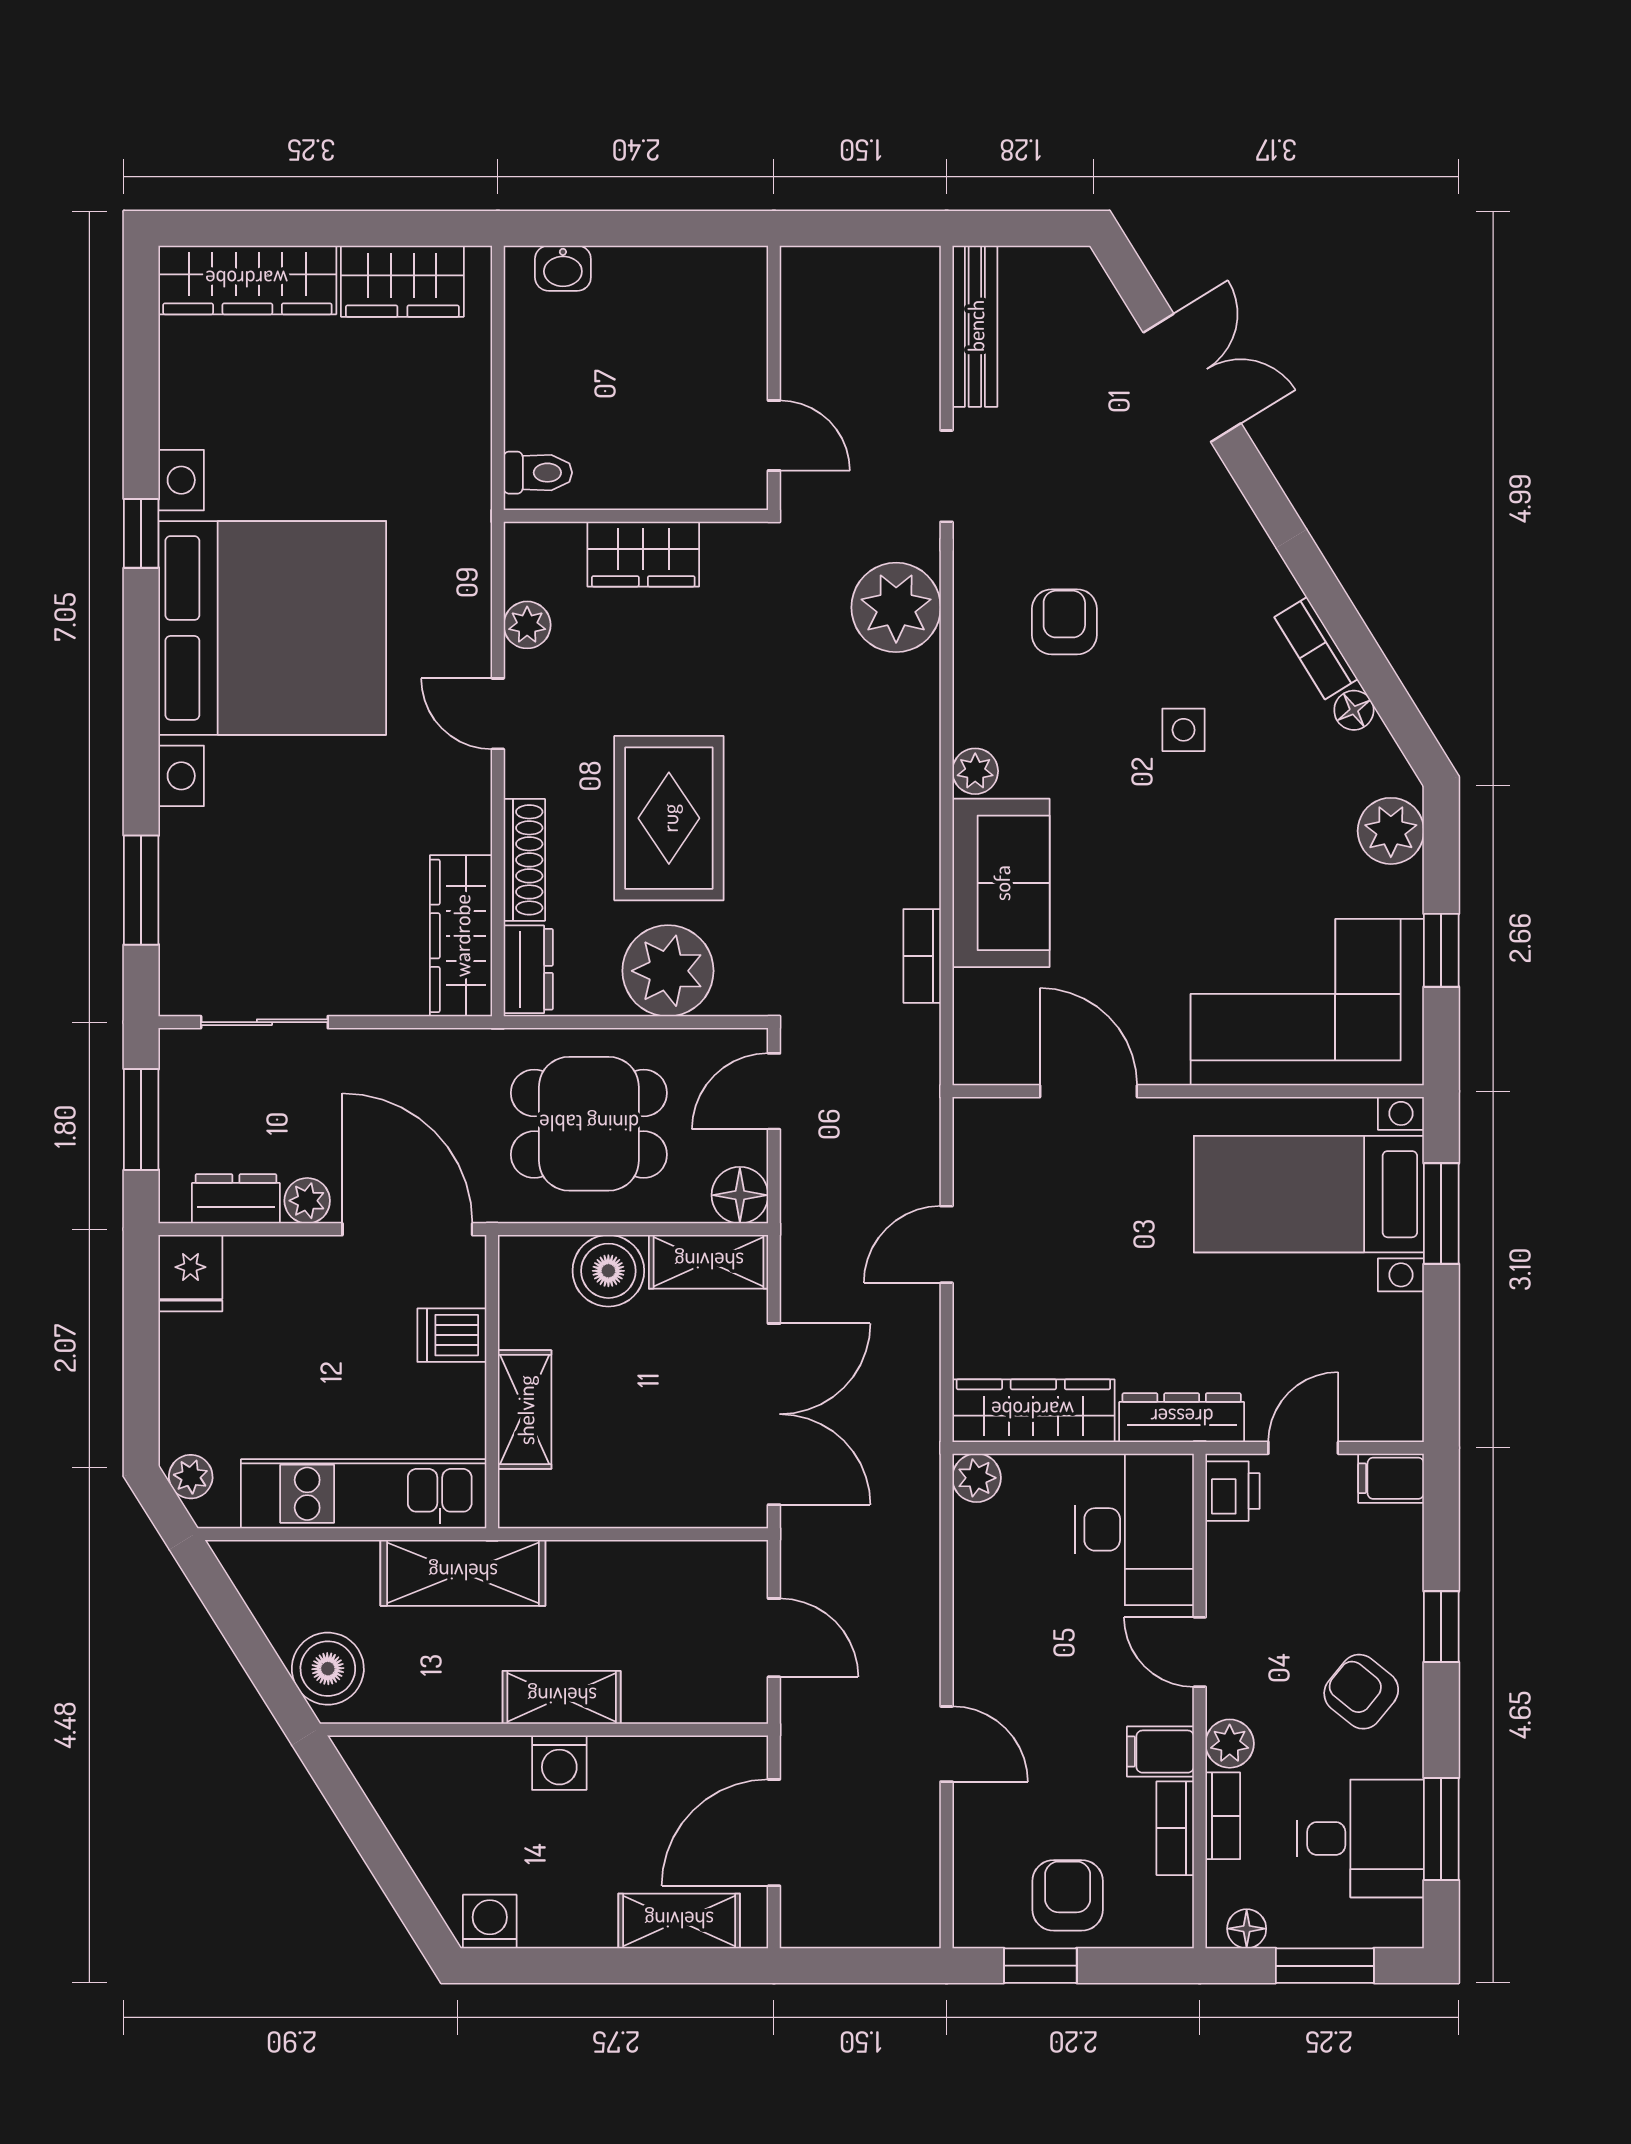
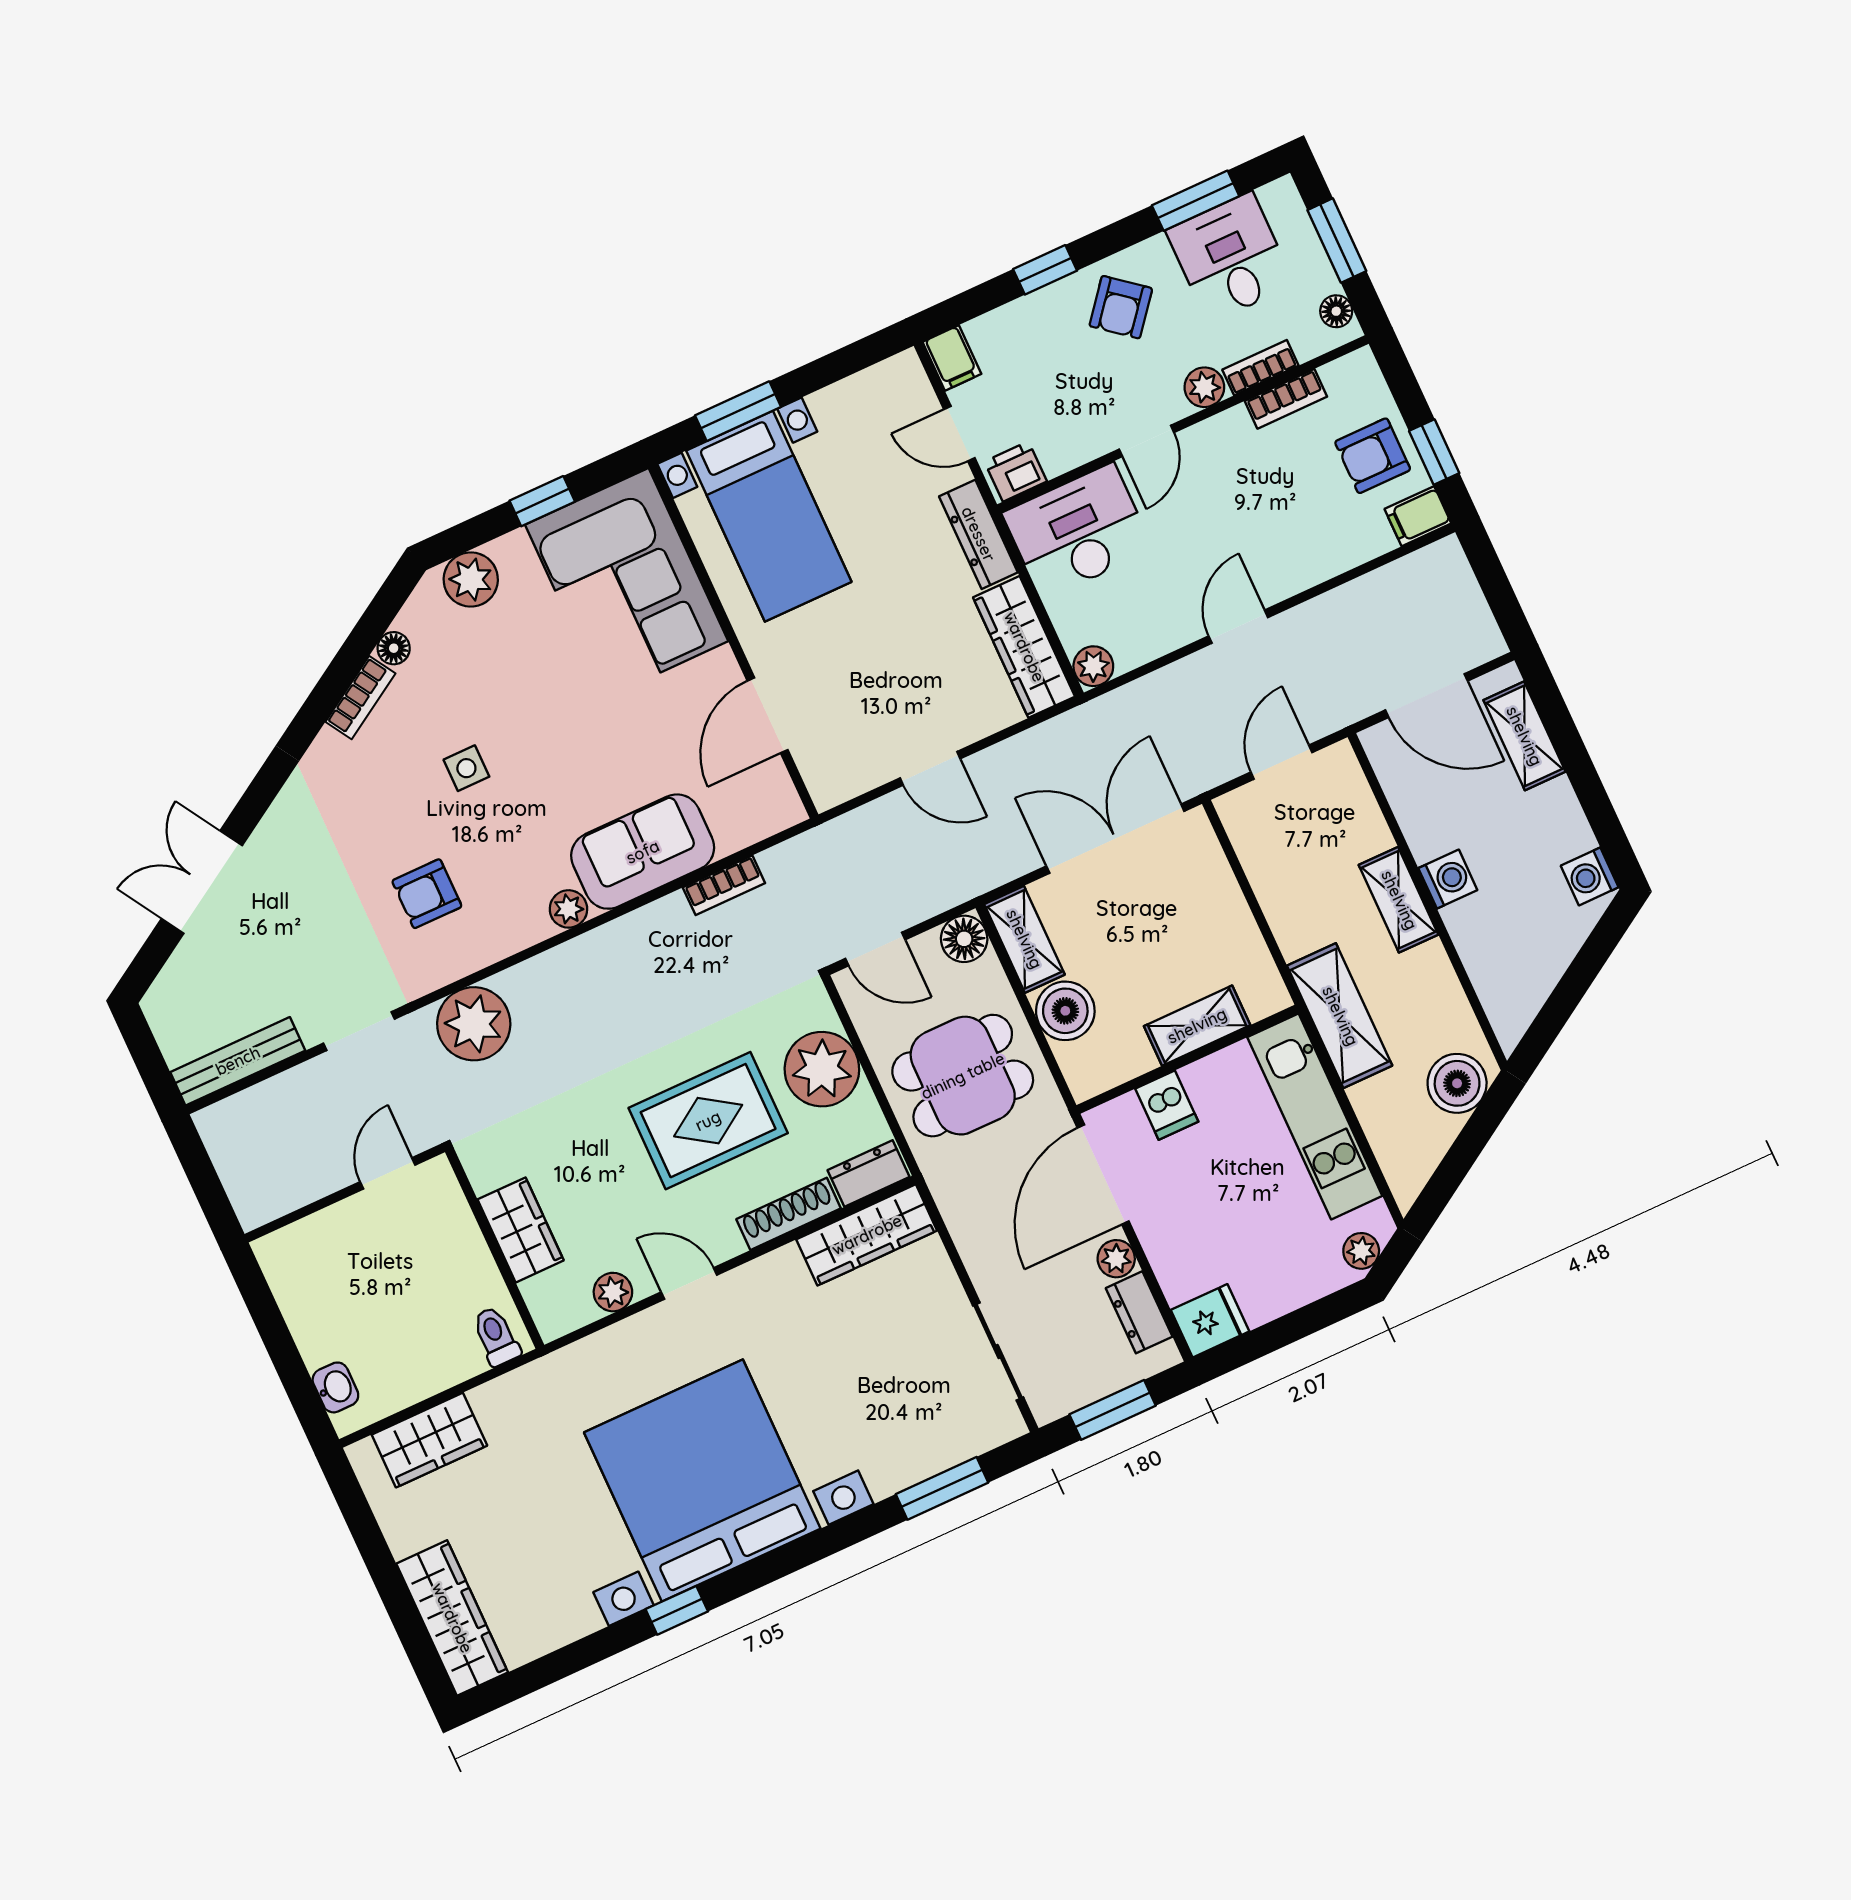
wardrobe: (402, 281) -> (429, 1440), moved, turned 90
door: (498, 714) -> (689, 1283), swing flipped
dining table: (589, 1124) -> (963, 1076), turned 90
door: (947, 1744) -> (1238, 627), moved
filing cabinet: (1160, 1752) -> (1418, 516), moved, turned 90

